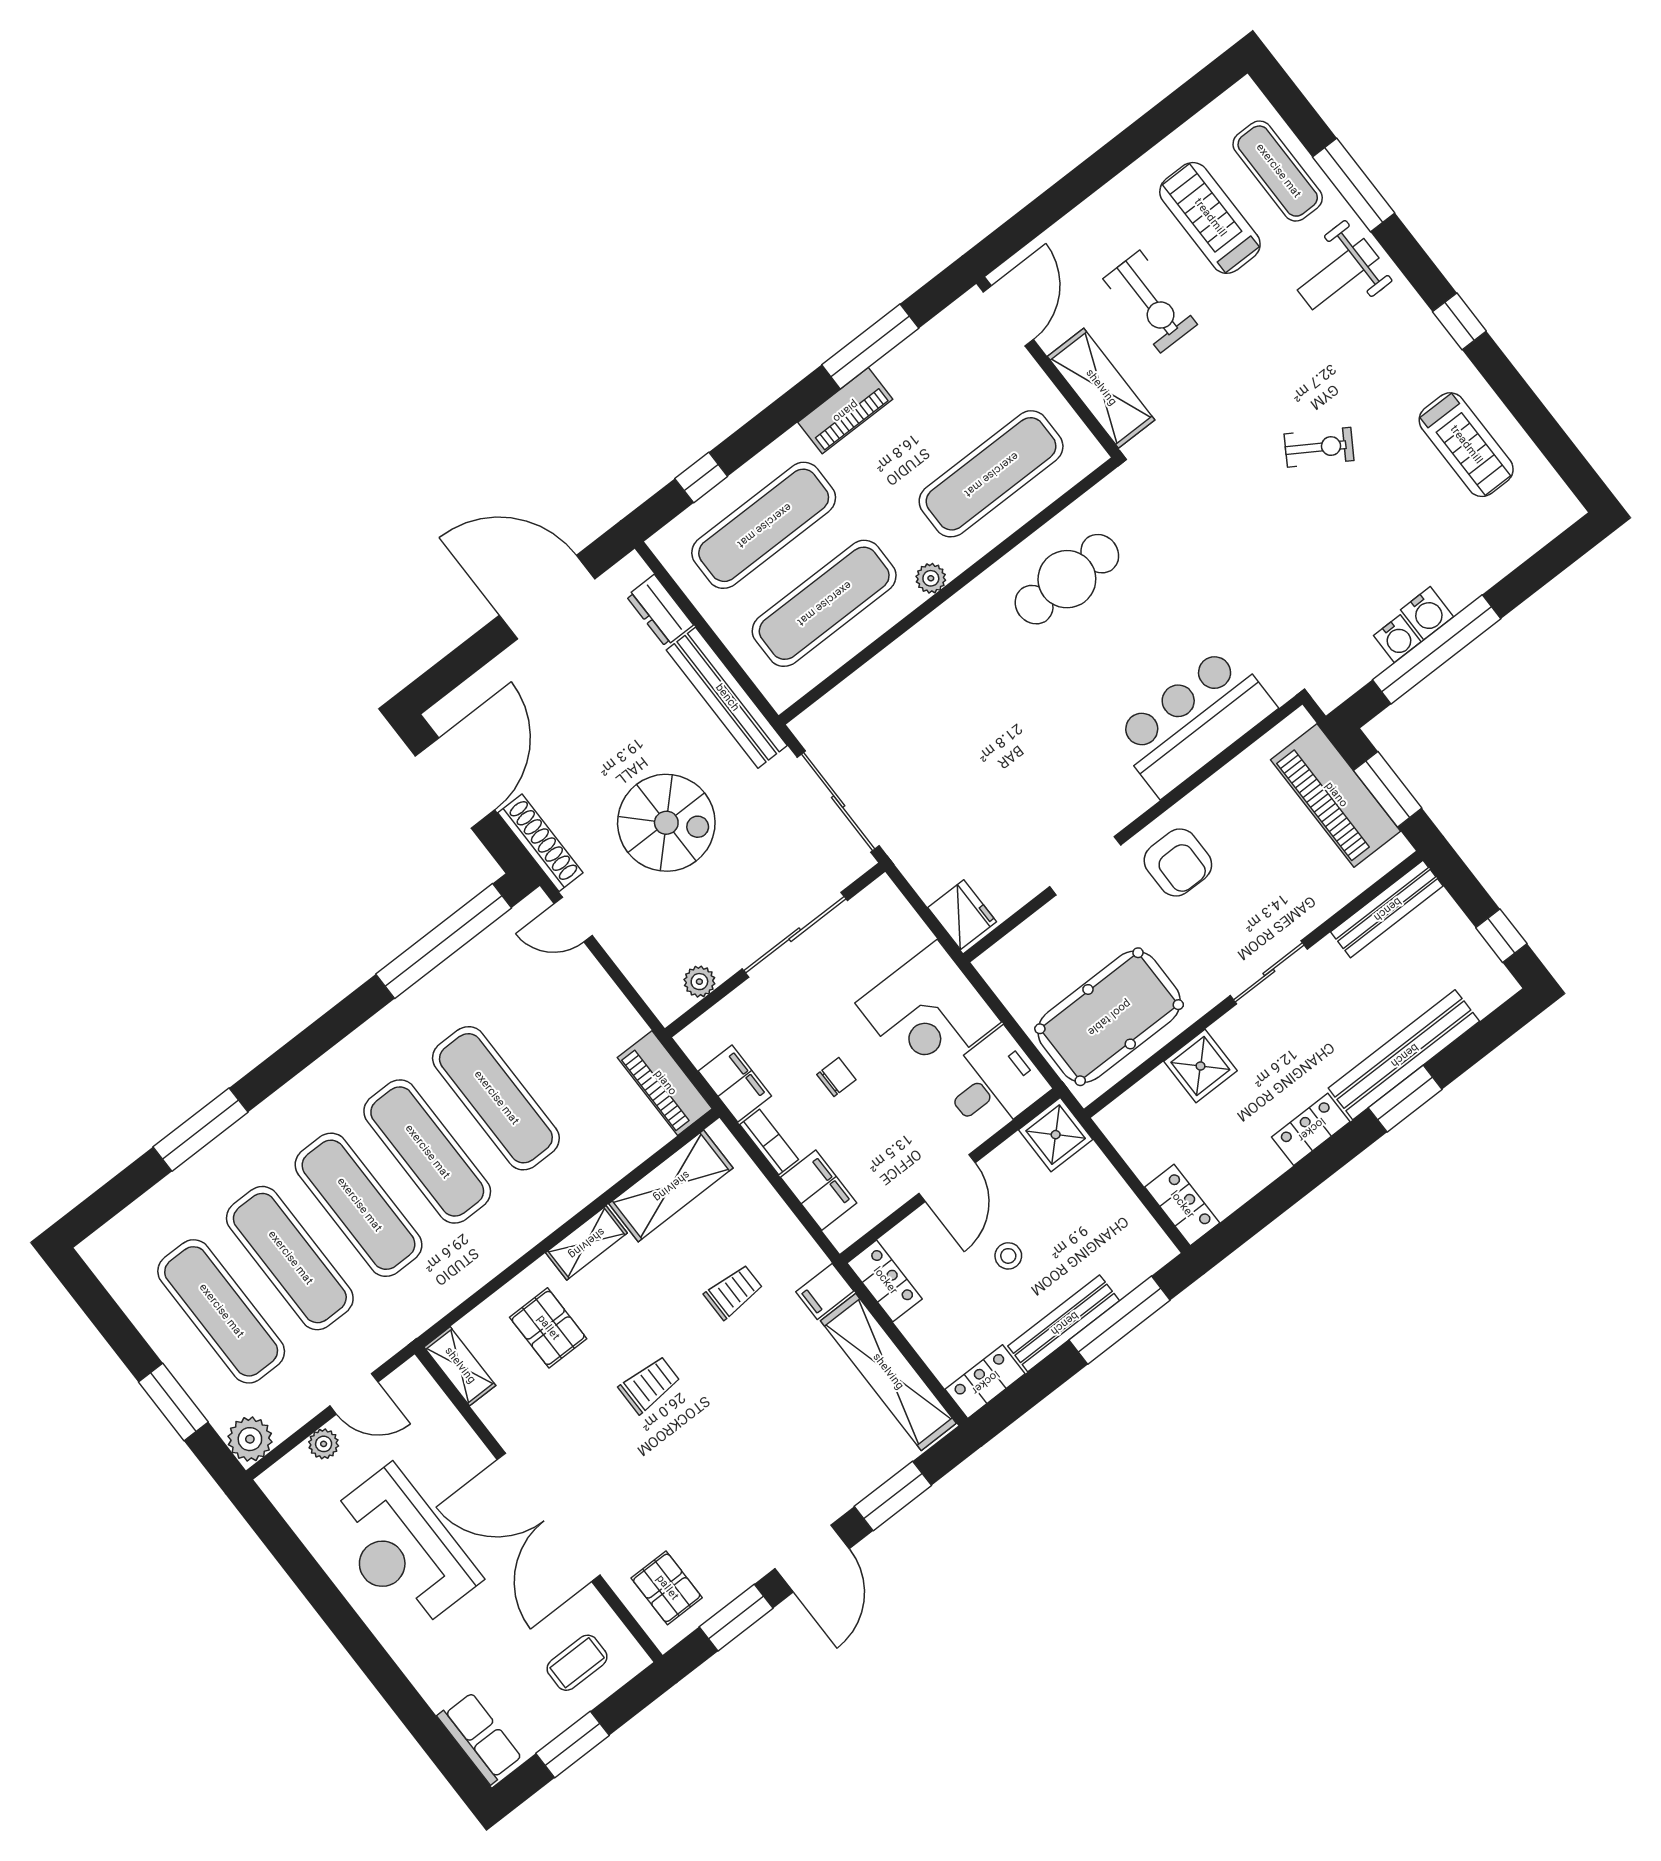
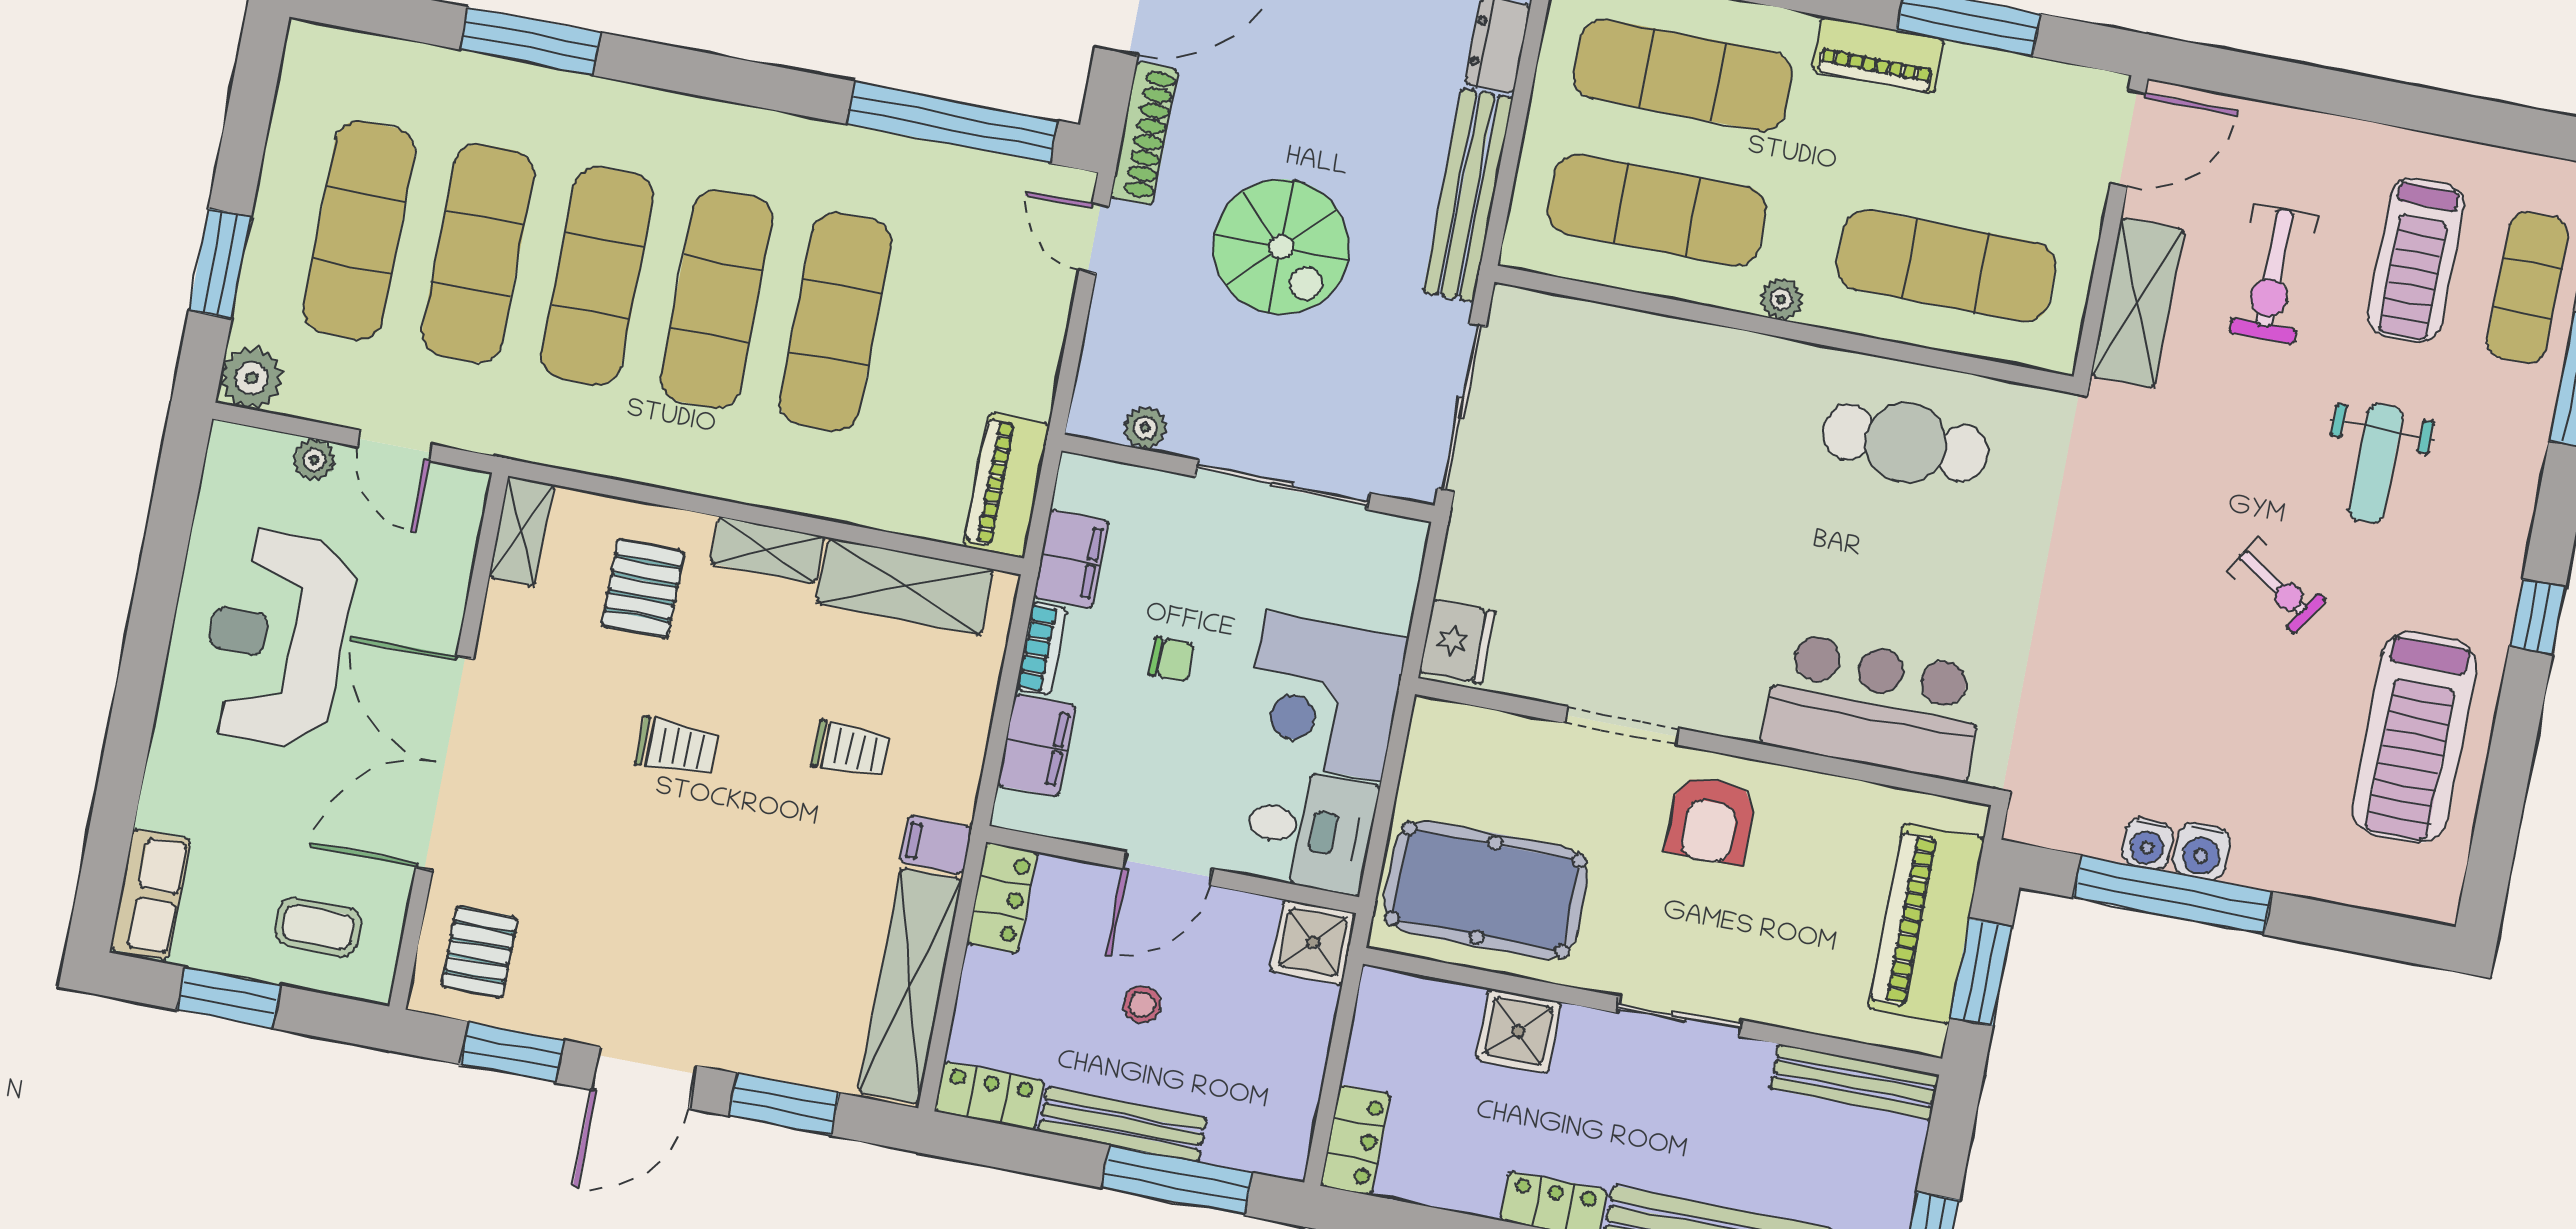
treadmill: (1210, 218) -> (2416, 260), turned 180
weight bench: (1338, 274) -> (2376, 464), moved, turned -90
treadmill: (1466, 445) -> (2414, 737), width x1.37, depth x1.38

